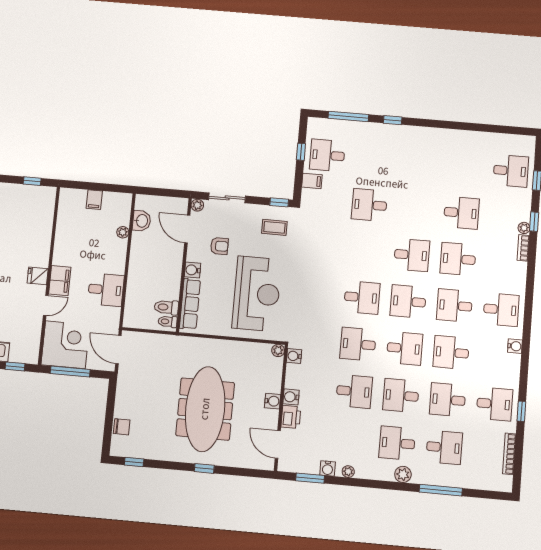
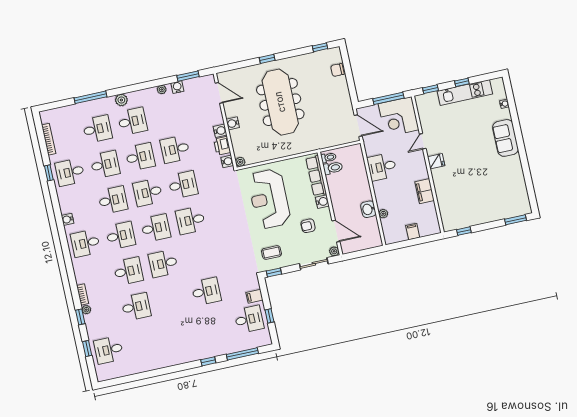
desk: (461, 213) -> (136, 307), turned 180
washbasin: (142, 221) -> (368, 209), moved
filing cabinet: (60, 281) -> (425, 191), moved
printer: (291, 417) -> (222, 146), moved
desk: (444, 447) -> (97, 129), turned 180

